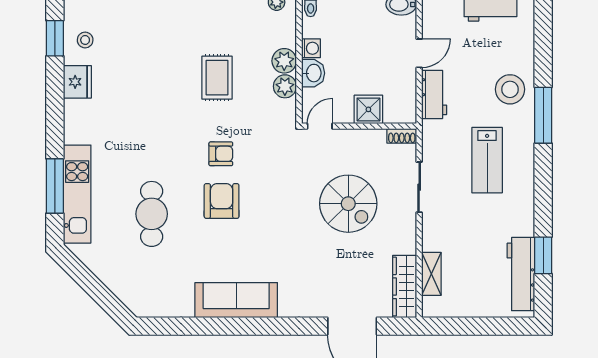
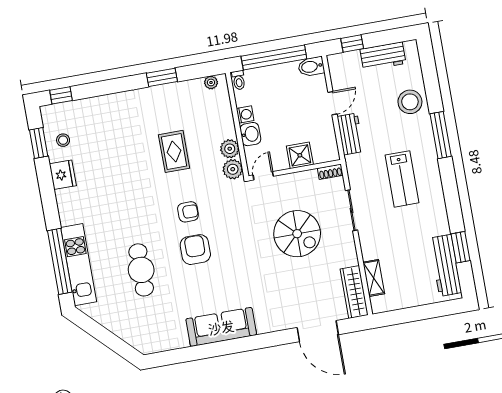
plant: (284, 61) -> (233, 169), moved
stool: (510, 89) -> (410, 102), moved
window: (55, 186) -> (60, 261), width x1.46

